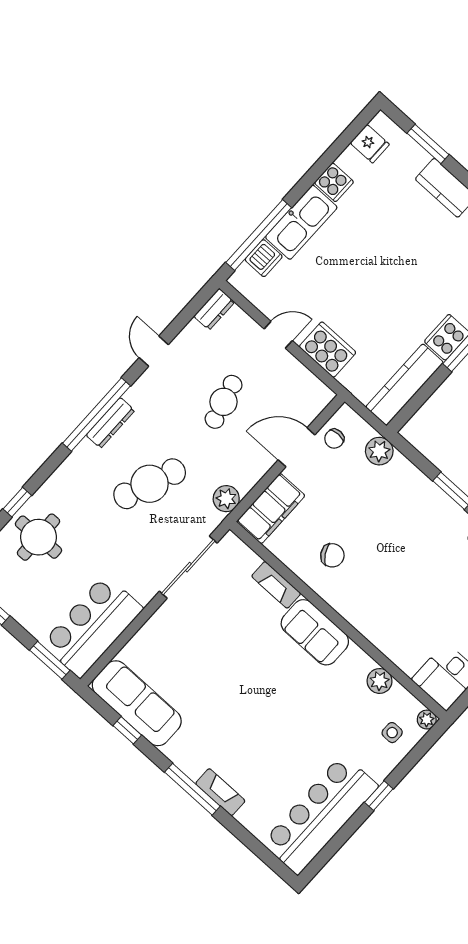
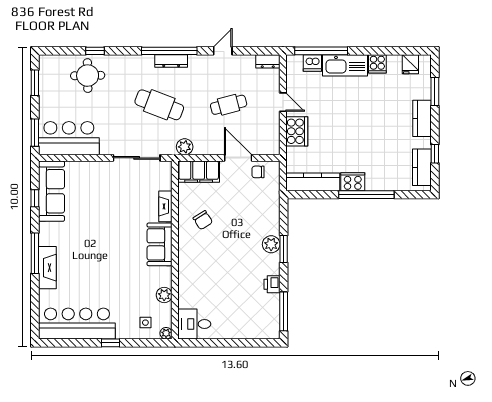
plant: (379, 451) -> (271, 244), moved
fireplace: (220, 792) -> (47, 268), width x1.37, depth x1.32

